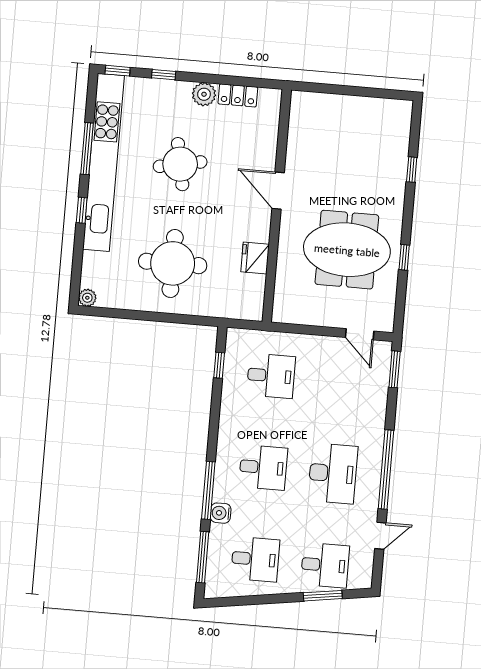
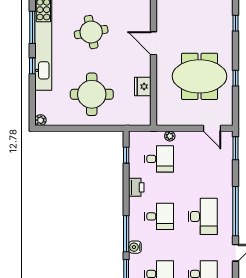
plant: (291, 341) -> (170, 136), added
printer: (231, 418) -> (136, 187), added

